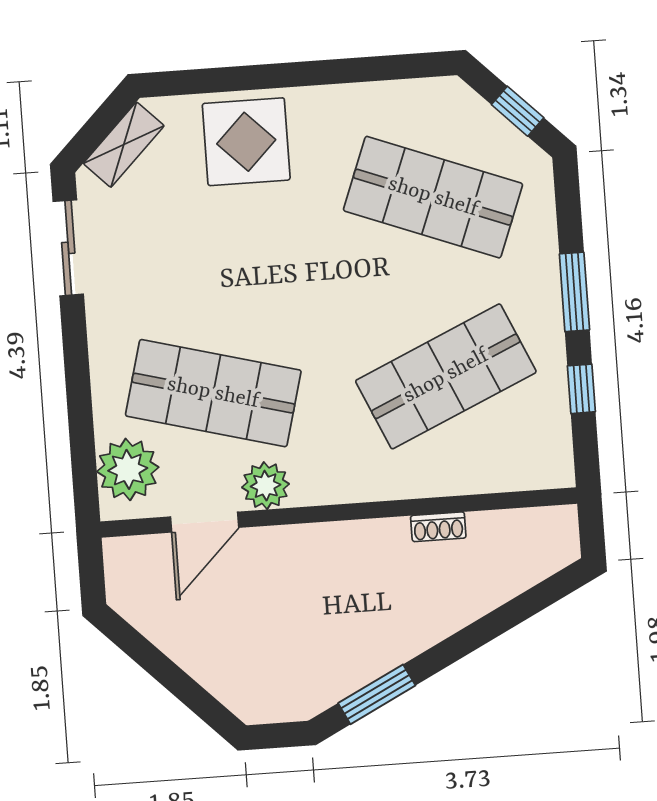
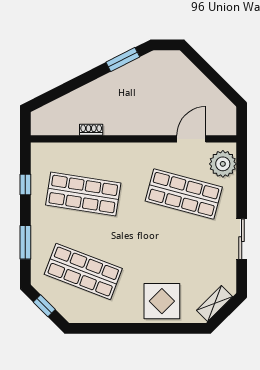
sliding door: (68, 248) -> (242, 239), moved
window: (574, 292) -> (25, 242), moved
shop shelf: (446, 376) -> (83, 194), turned 33
plant: (266, 486) -> (164, 153), removed

